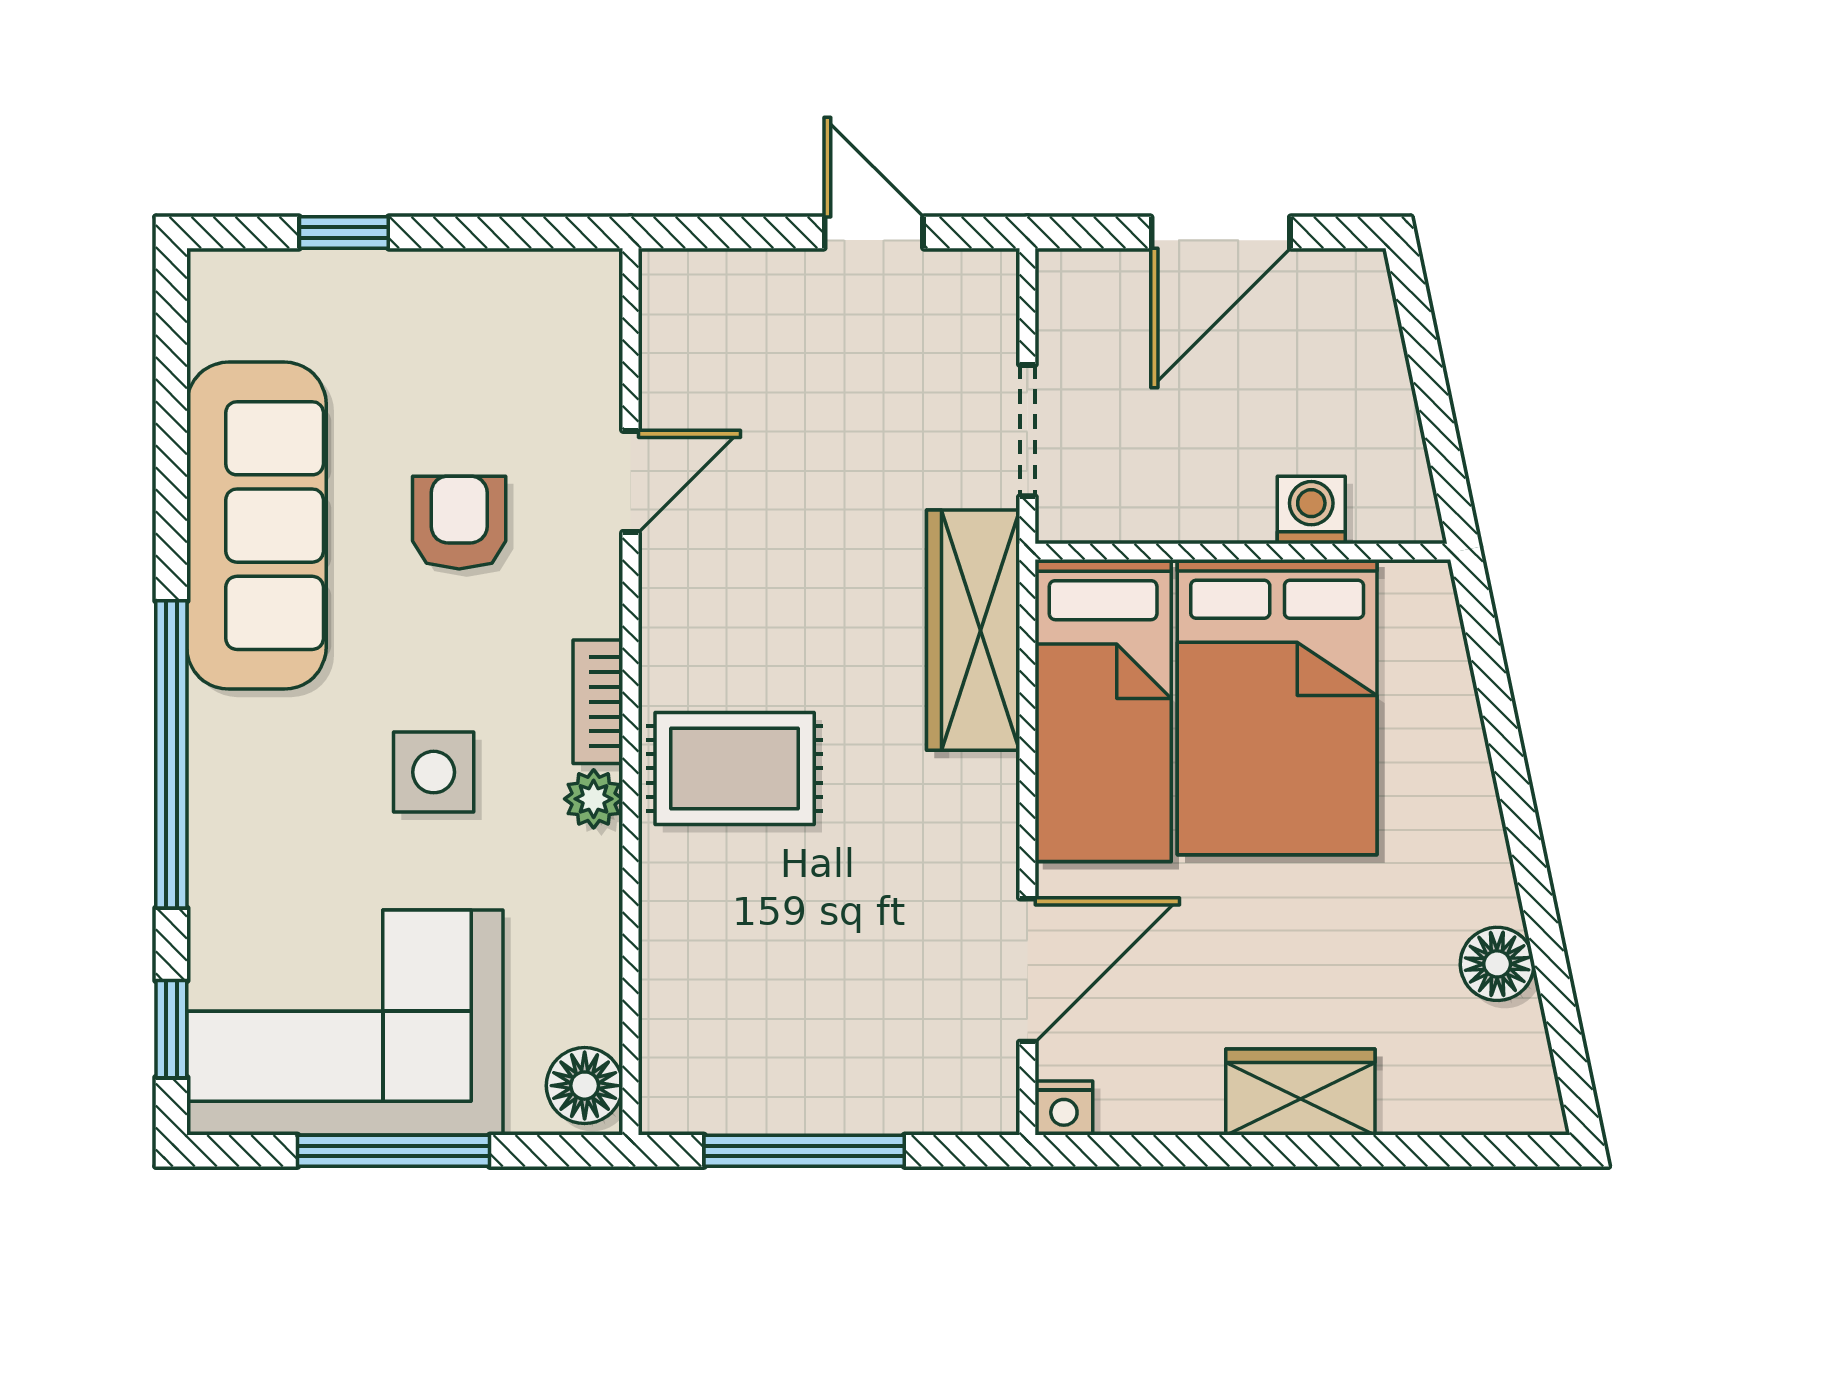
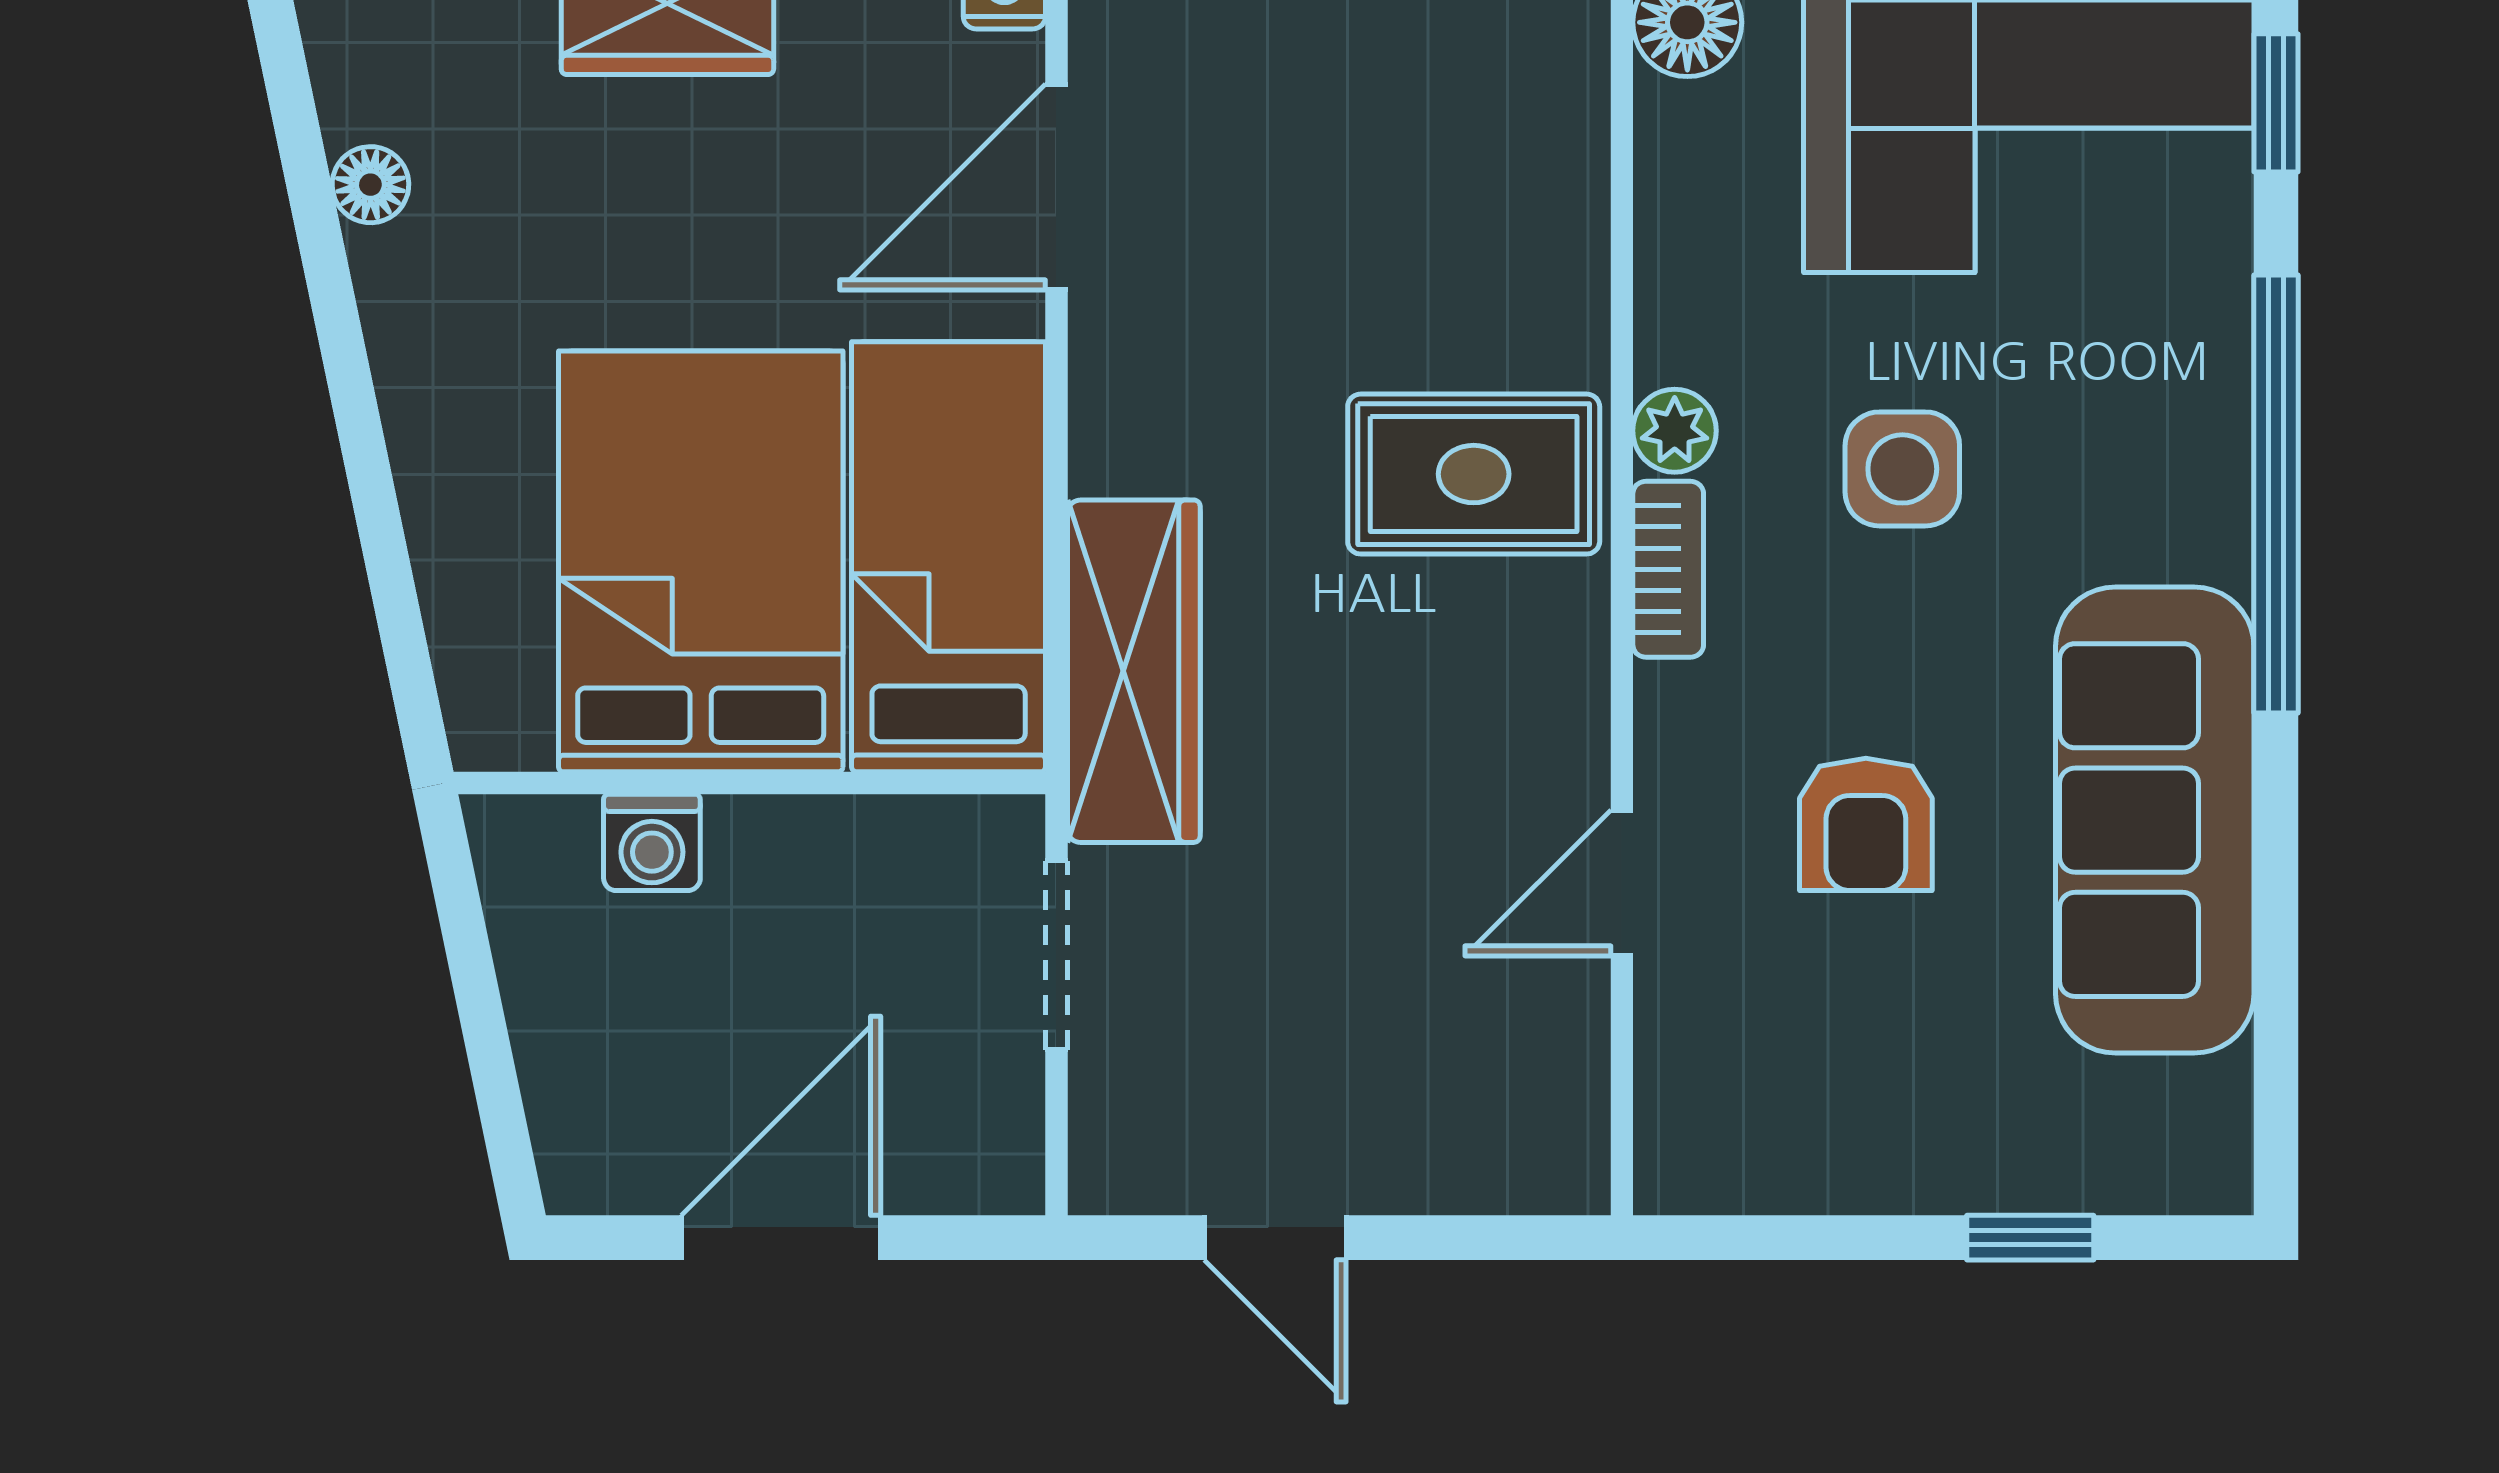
floor lamp: (1497, 964) -> (370, 185), width x0.73, depth x0.73

